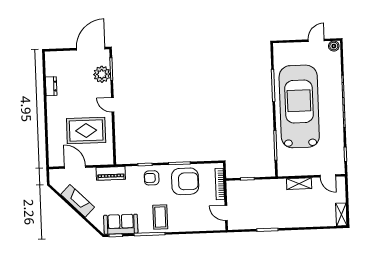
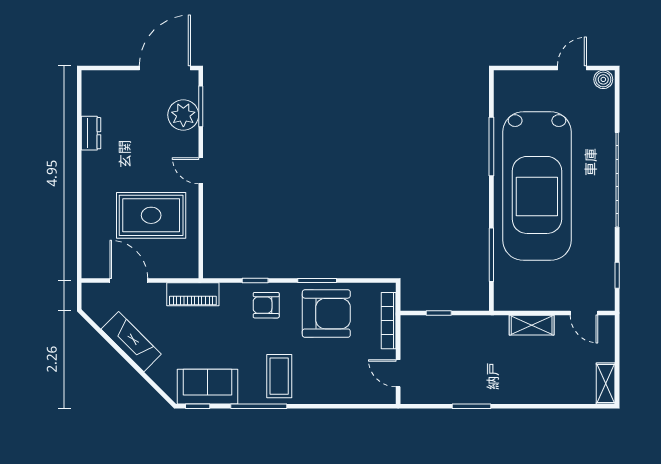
car: (299, 106) -> (537, 186), turned 180

